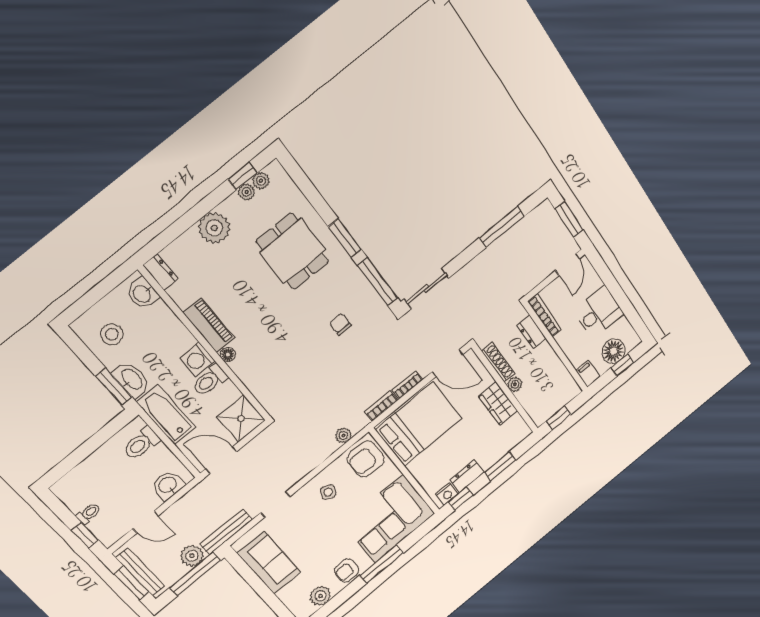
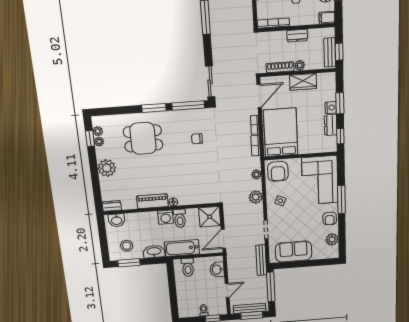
dresser: (531, 332) -> (297, 36), moved
window: (114, 386) -> (129, 263), moved
bench: (551, 408) -> (330, 52), added
nightstand: (447, 494) -> (331, 108), moved
plant: (192, 556) -> (256, 197), moved

